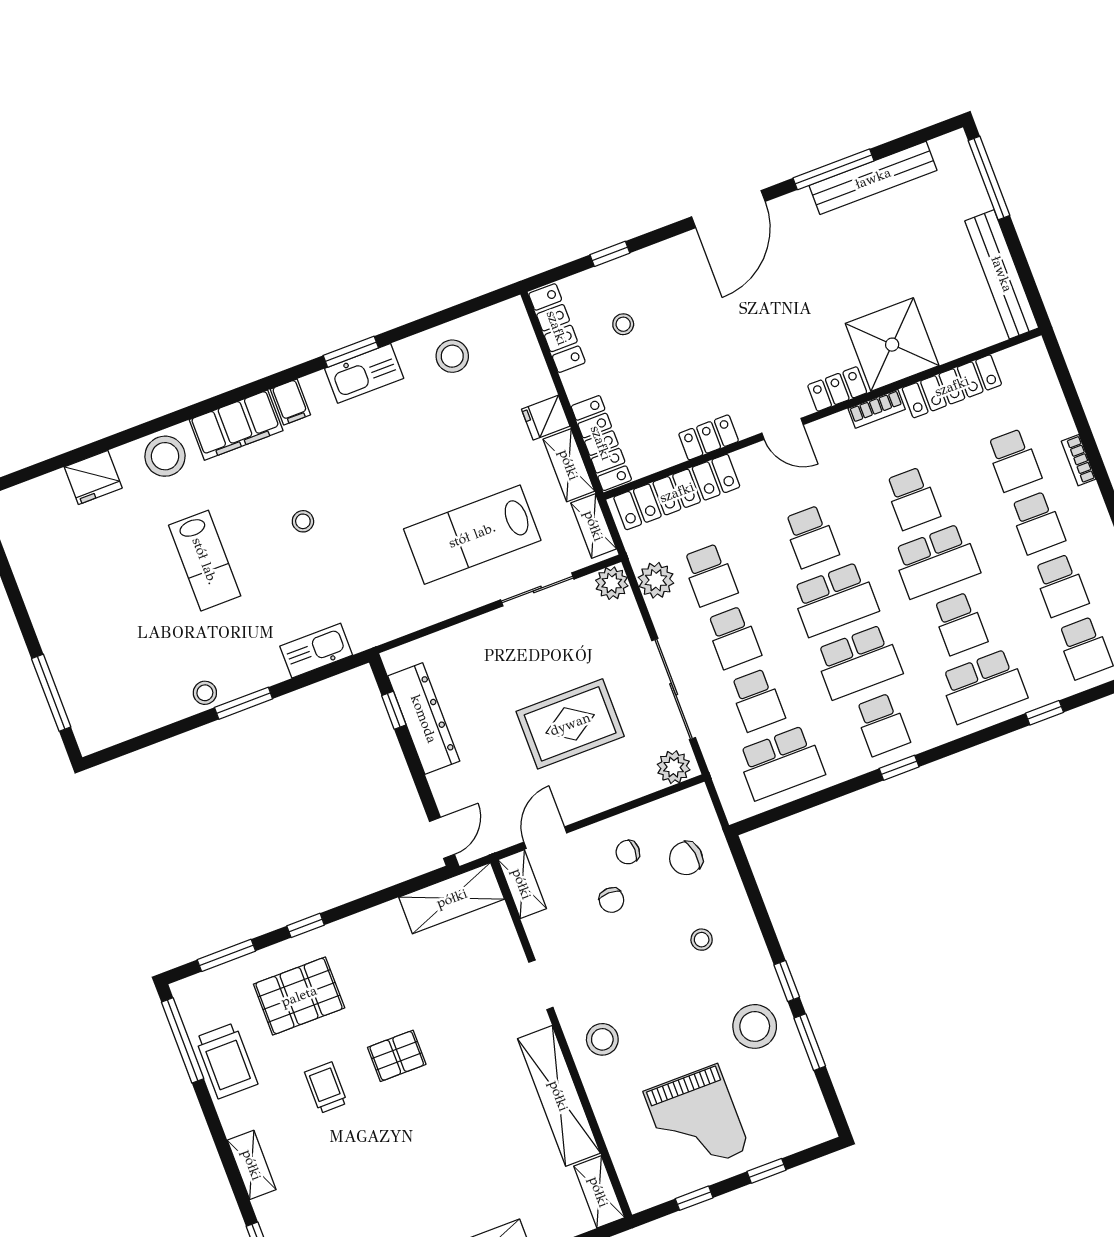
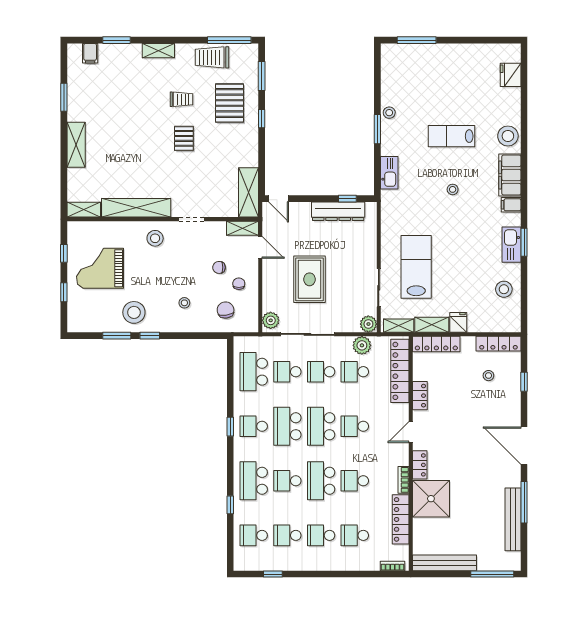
bookcase: (1079, 460) -> (392, 566), moved
fridge: (93, 477) -> (511, 75), moved

